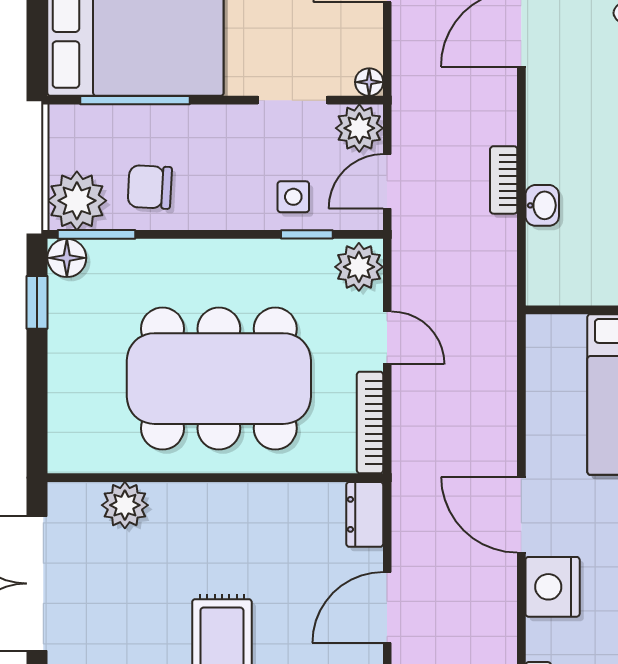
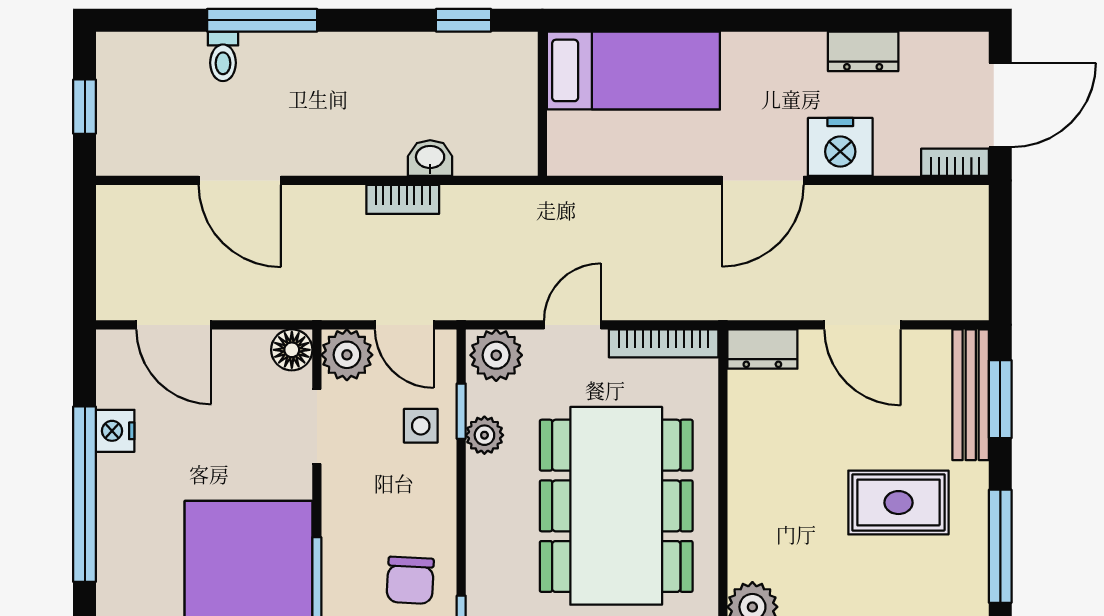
floor lamp: (369, 82) -> (292, 350), width x1.37, depth x1.37
plant: (285, 256) -> (484, 435), added

